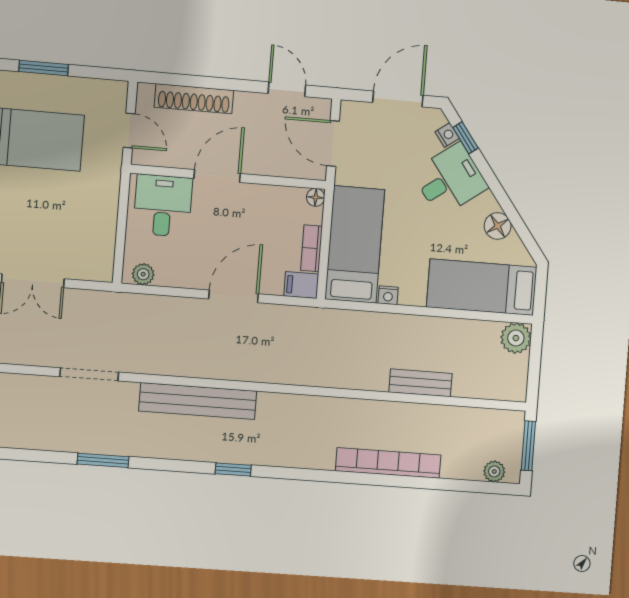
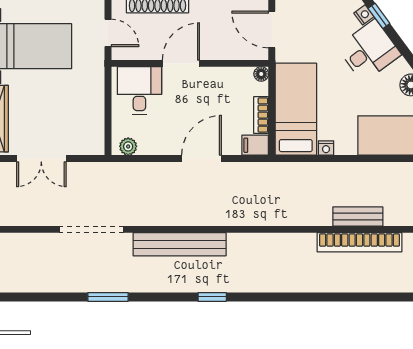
doorway: (89, 374) -> (92, 229), width x1.36
bookcase: (388, 463) -> (359, 242), moved, turned 180

